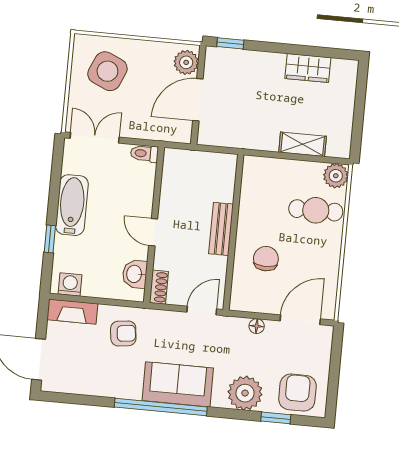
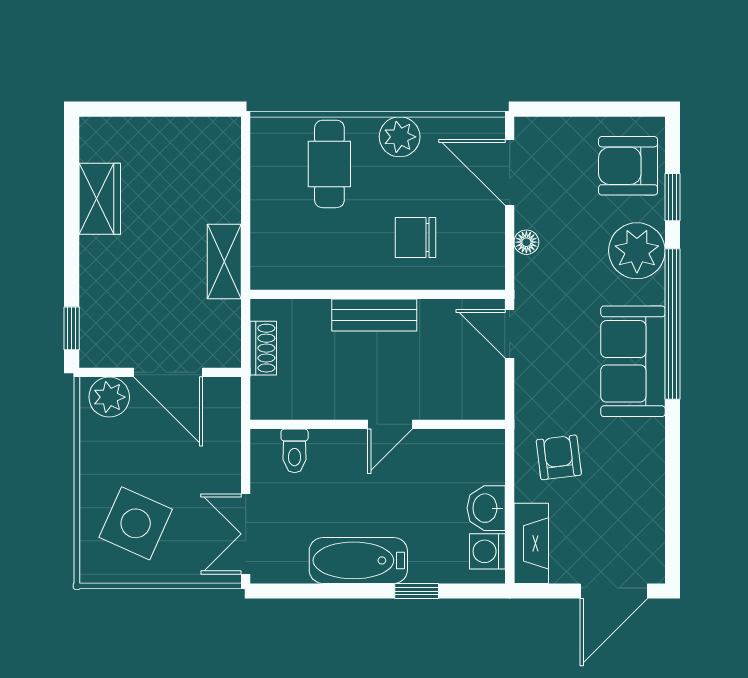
shelving: (303, 144) -> (224, 262), moved
toilet: (144, 154) -> (295, 451), moved
plant: (336, 176) -> (400, 137), moved
washbasin: (135, 274) -> (486, 508), moved, turned 90
shoe rack: (159, 287) -> (263, 348), moved, turned 90
window: (161, 407) -> (672, 324), moved

